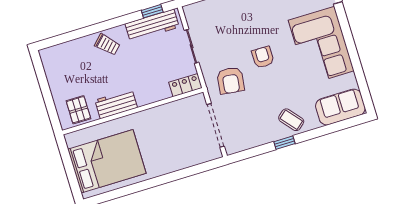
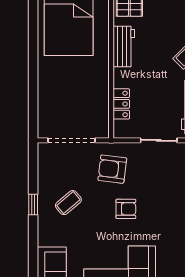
locker: (185, 85) -> (121, 104), moved
coffee table: (291, 120) -> (68, 203), moved

